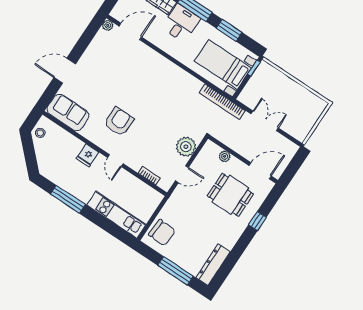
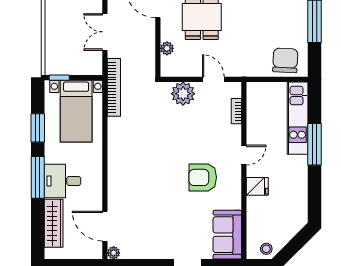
window: (68, 199) -> (314, 144), moved

